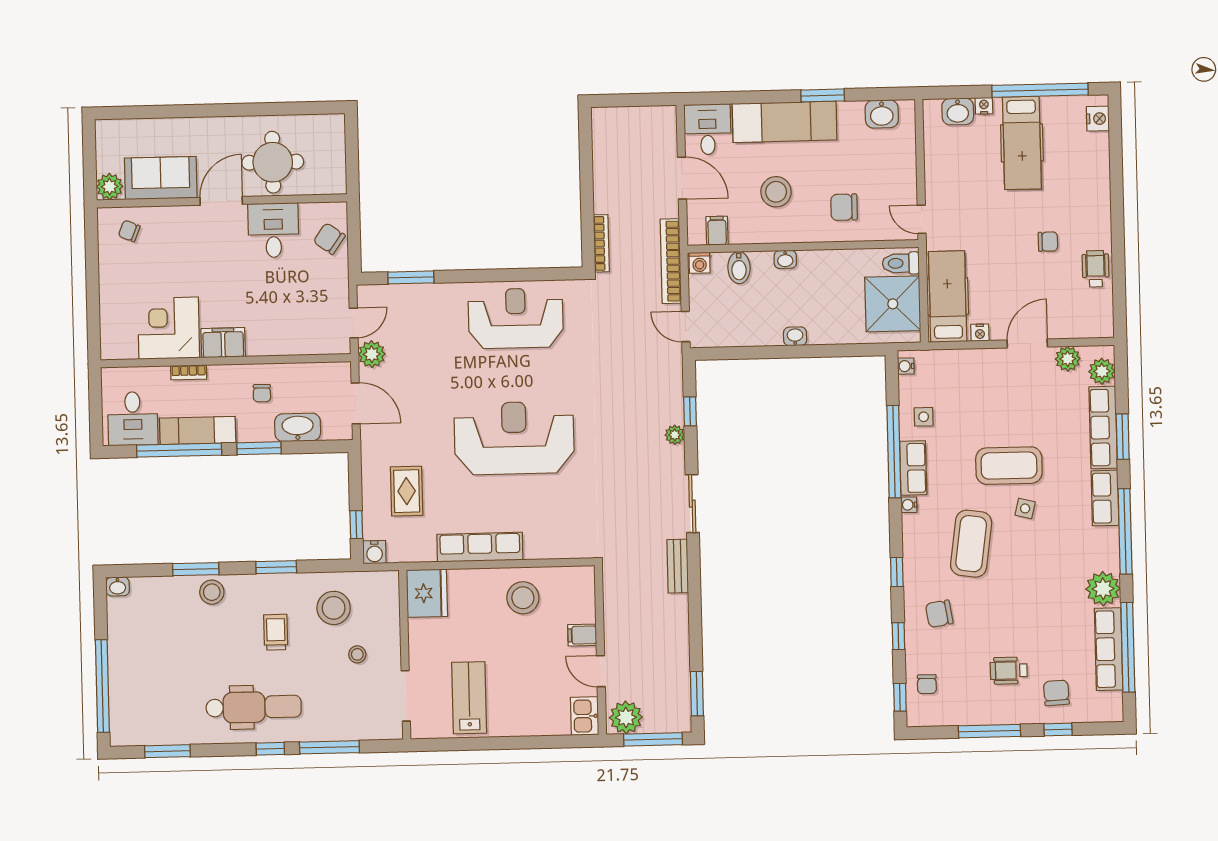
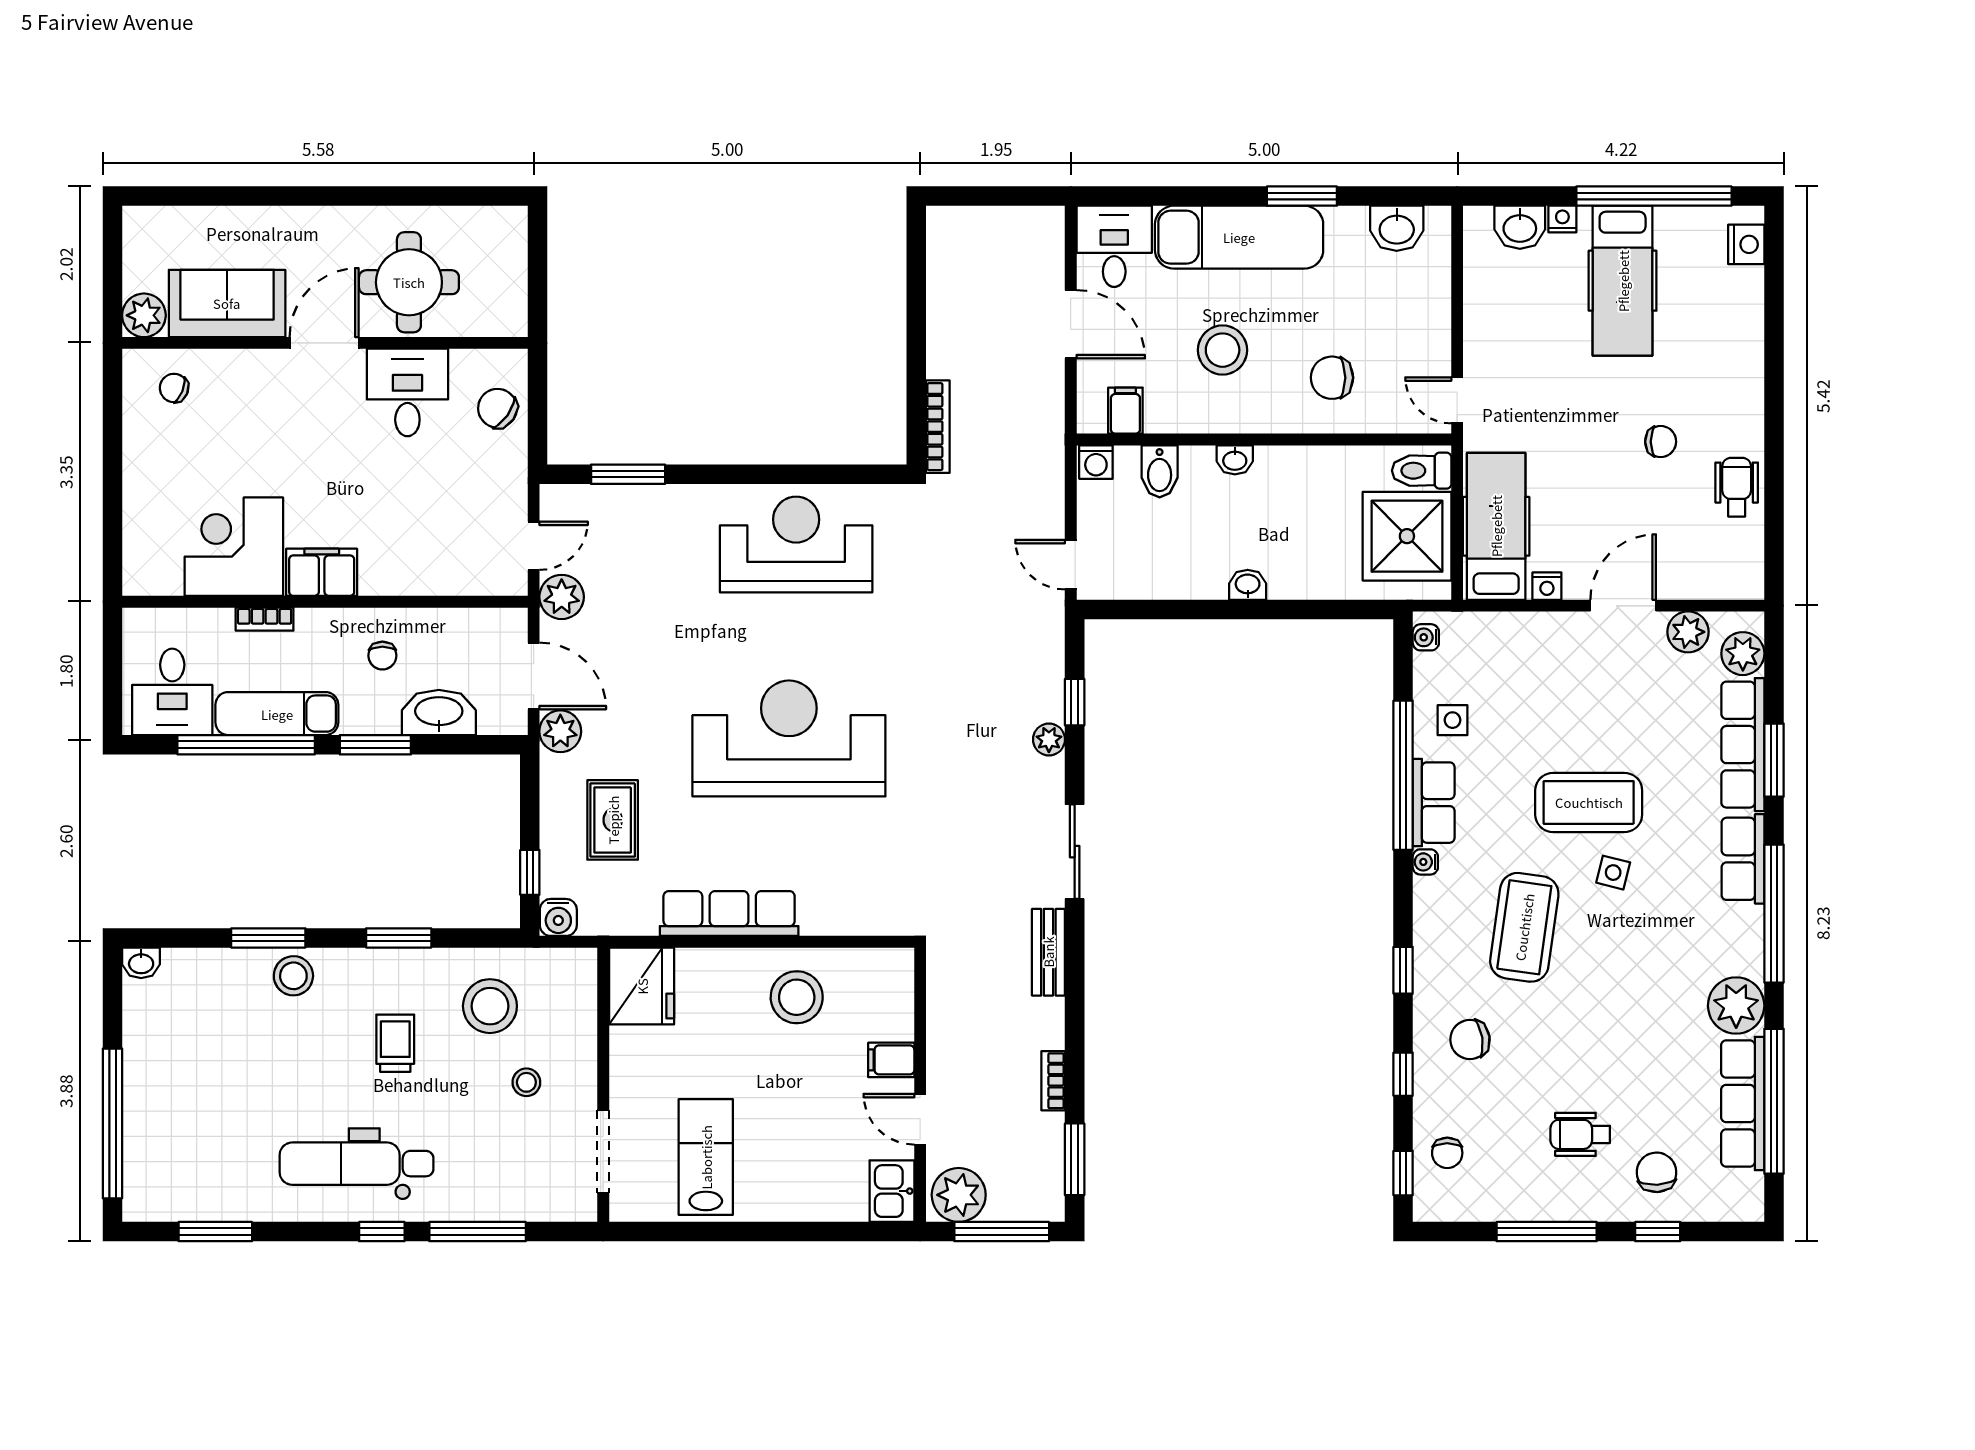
bookcase: (671, 261) -> (1053, 1081), moved, width x0.43, depth x0.76
plant: (373, 437) -> (560, 731), added
dental chair: (254, 707) -> (357, 1164), turned 180

